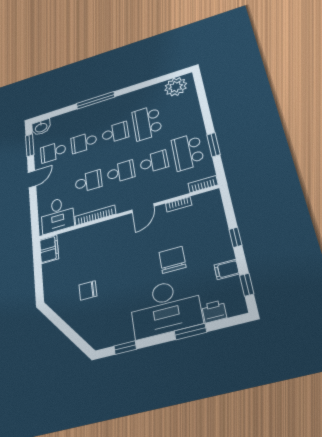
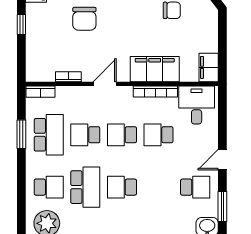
school desk: (84, 142) -> (49, 187), moved
filing cabinet: (98, 234) -> (155, 69), added

